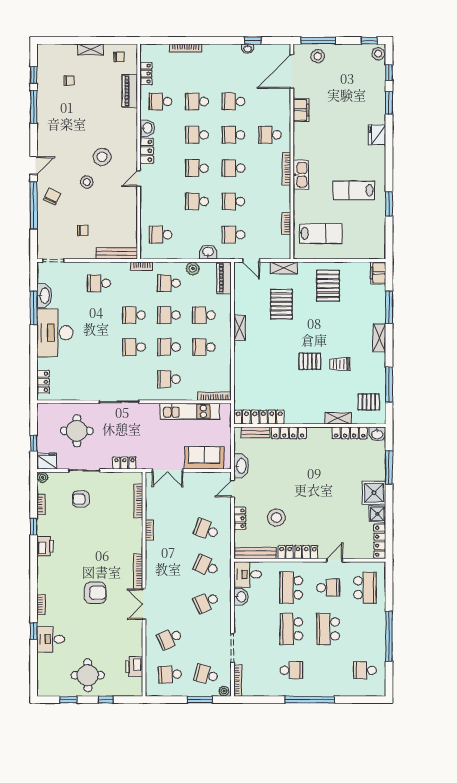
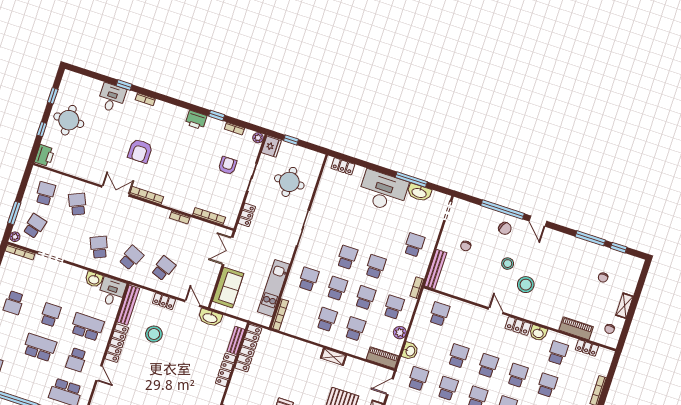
school desk: (291, 629) -> (50, 315), width x0.54
printer: (134, 666) -> (45, 156), moved, turned 90

